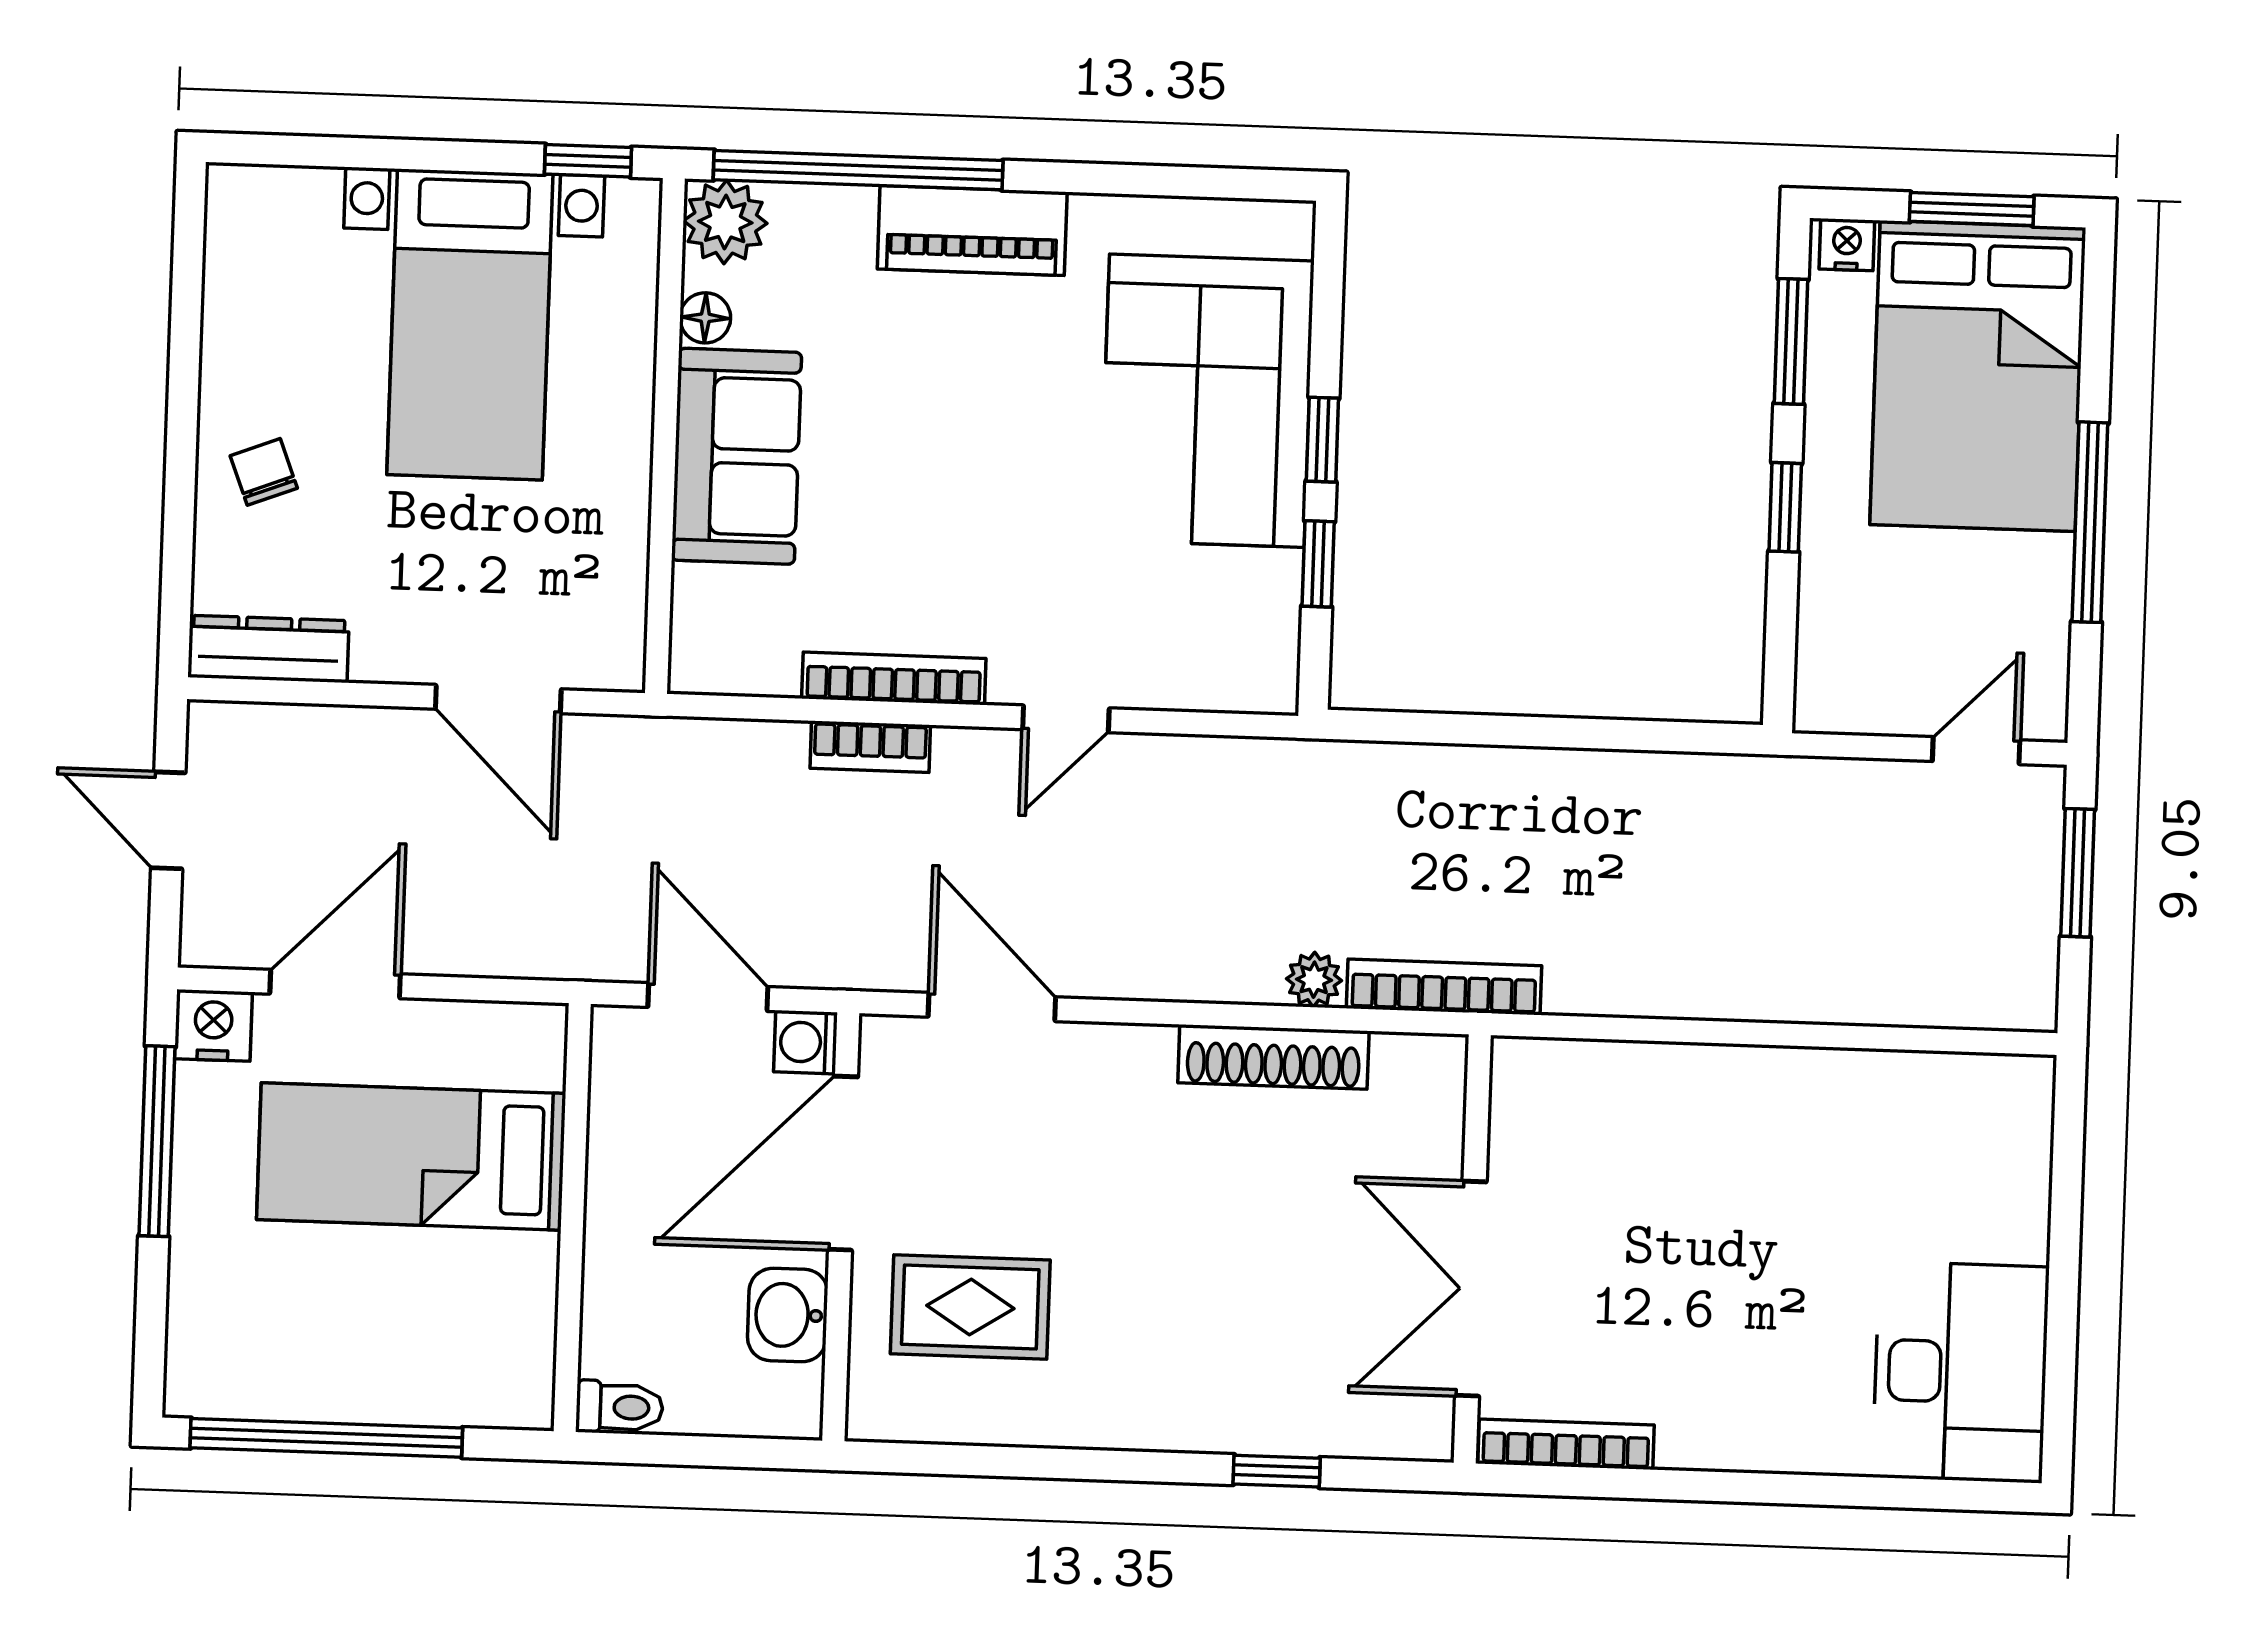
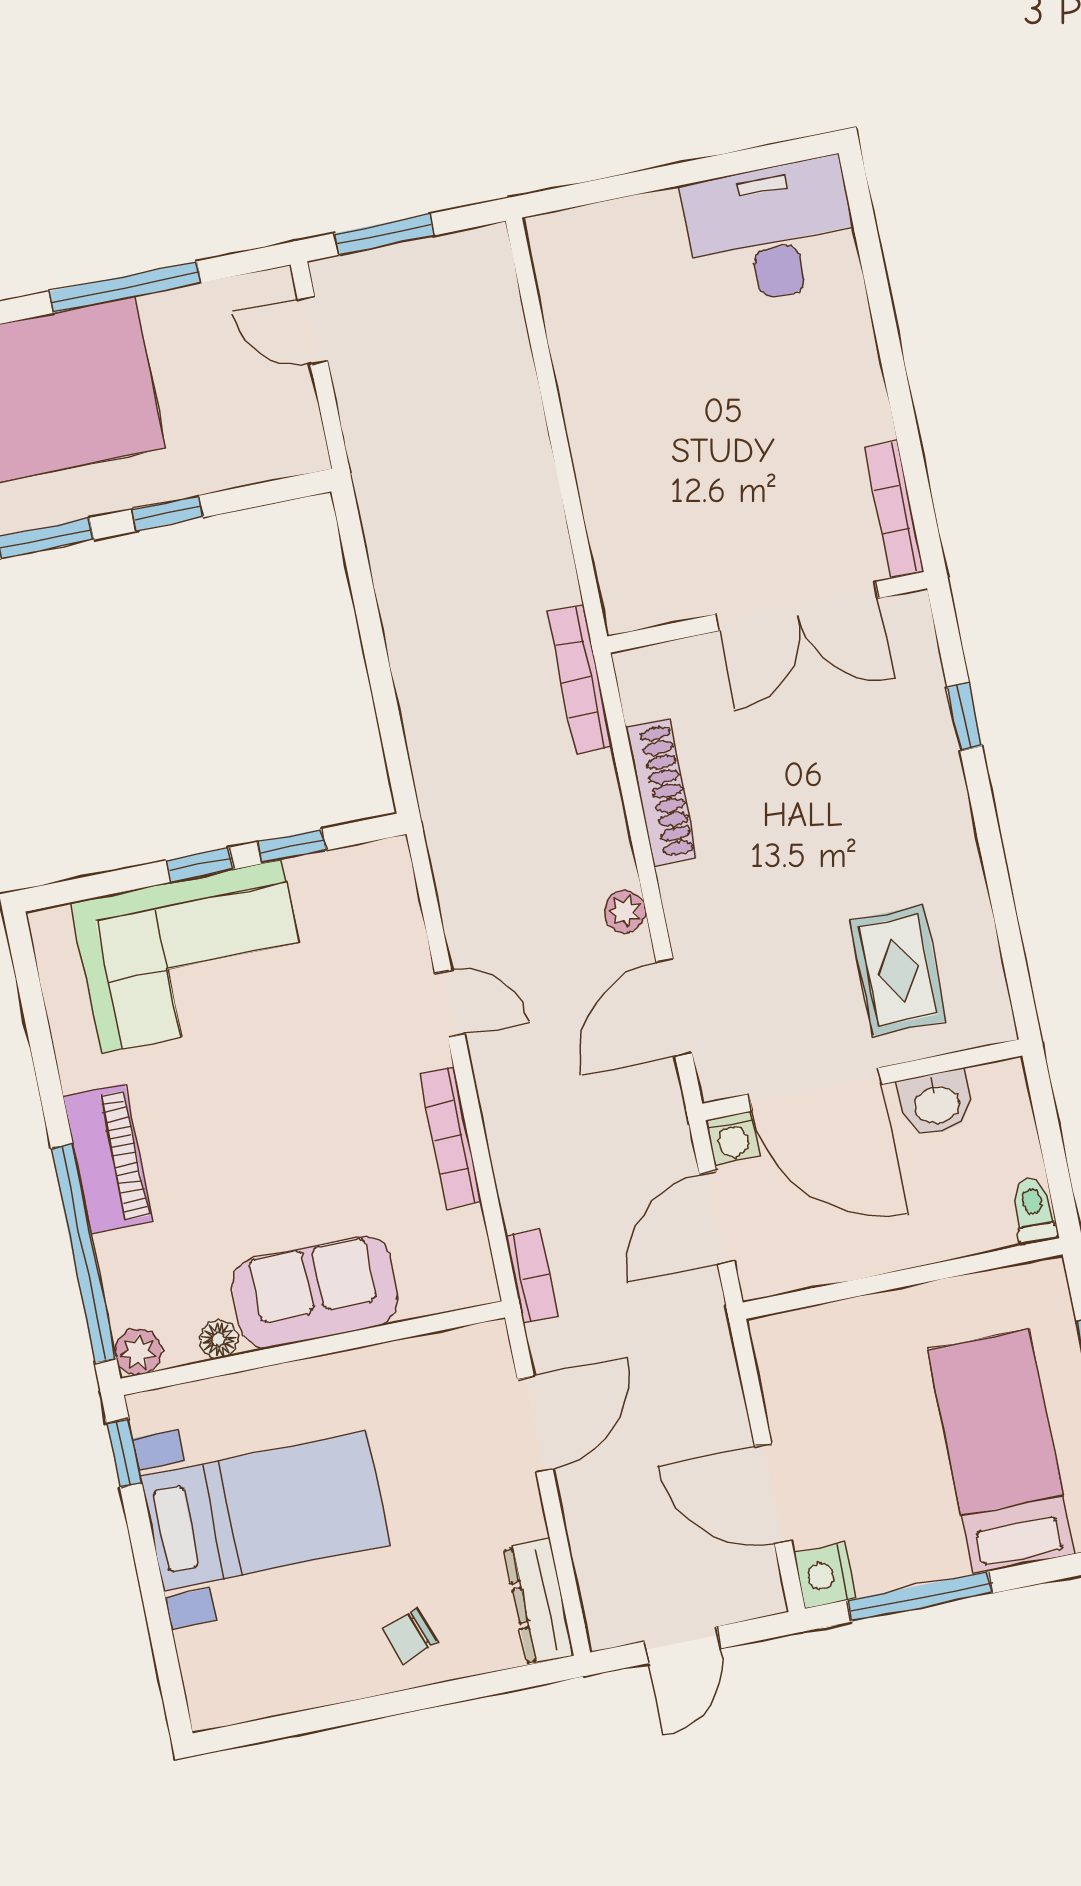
plant: (725, 222) -> (138, 1352), width x0.73, depth x0.73
bookcase: (870, 747) -> (532, 1276), moved
plant: (1314, 980) -> (625, 912), moved
bed: (411, 1157) -> (1001, 1452), moved, turned 180

